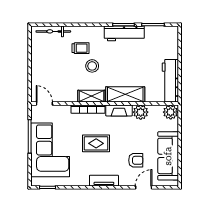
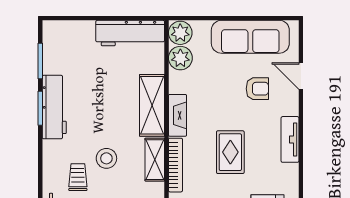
plant: (141, 112) -> (180, 58), moved
armchair: (136, 160) -> (257, 89), turned 90

